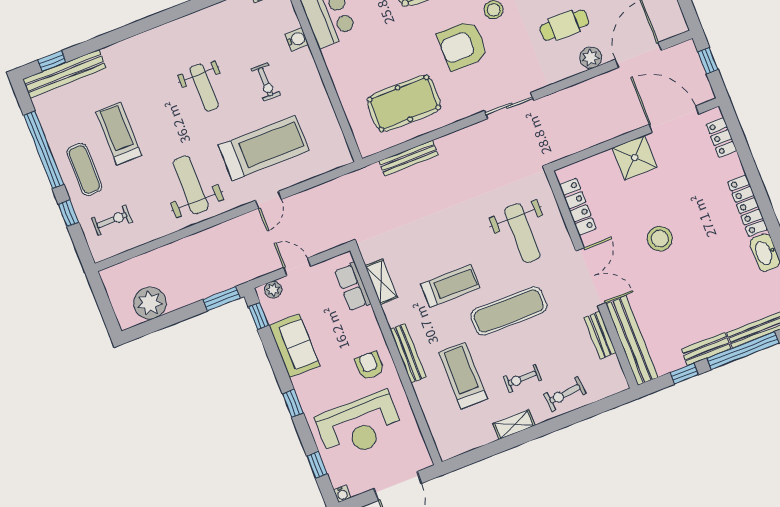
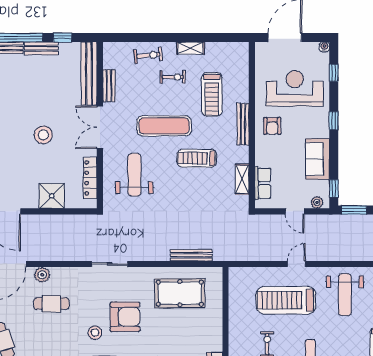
shower: (635, 158) -> (52, 196), moved

